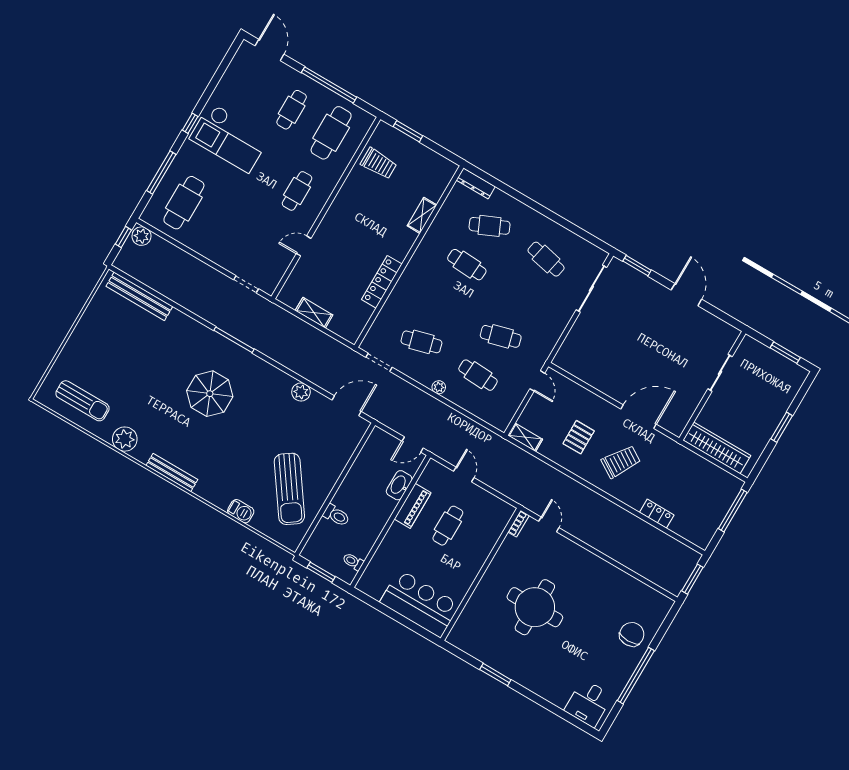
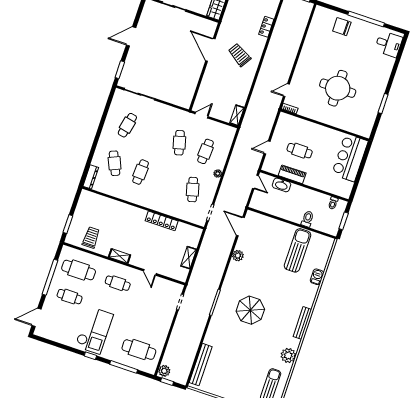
shelving: (422, 215) -> (120, 256), moved
pallet: (579, 437) -> (230, 83), removed
sun lounger: (289, 489) -> (297, 250), turned -55

